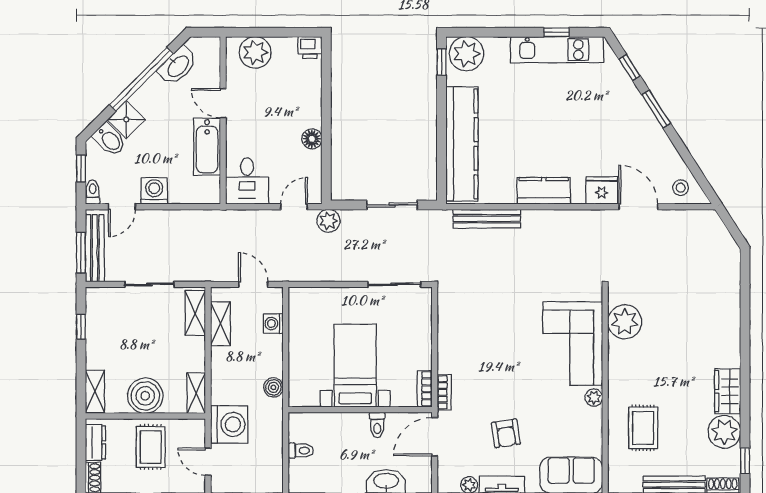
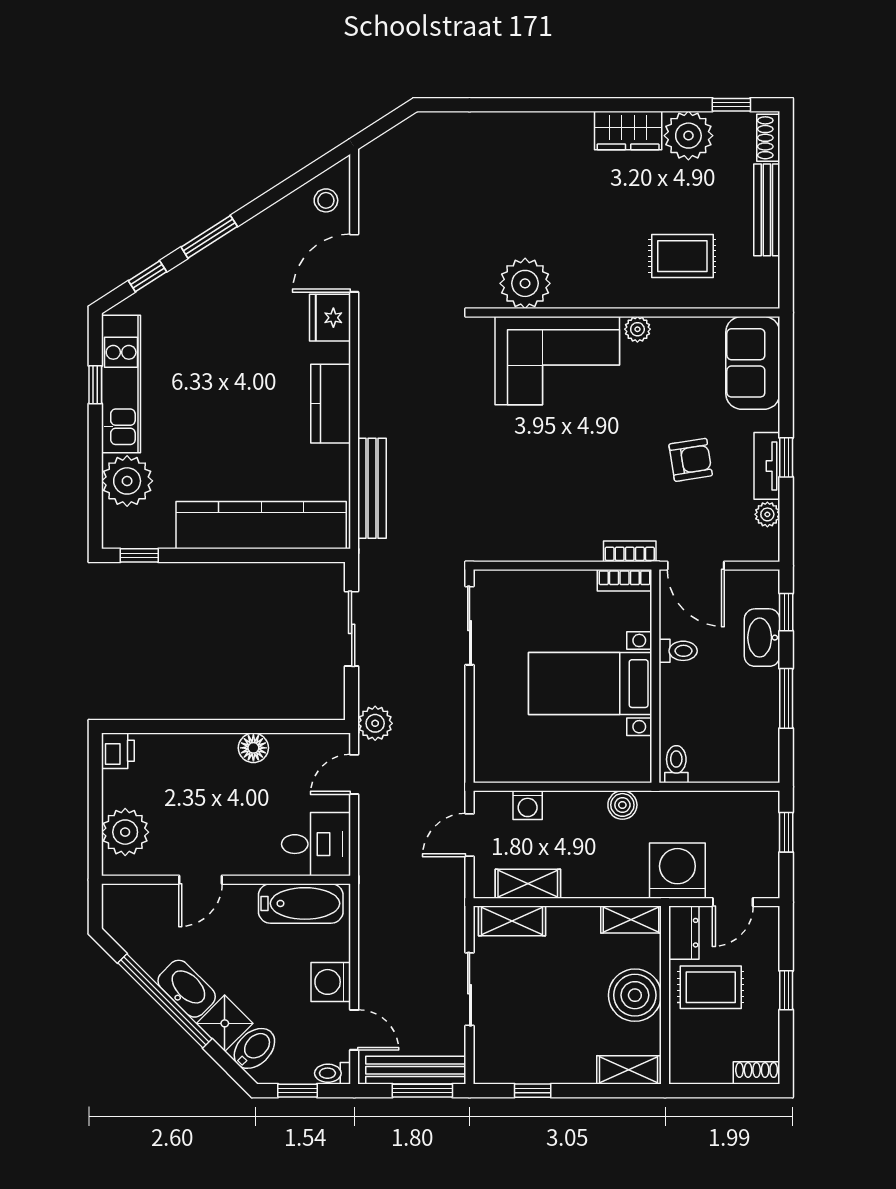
plant: (466, 54) -> (127, 481), moved
washbasin: (178, 66) -> (187, 989), moved
bathtub: (207, 147) -> (301, 903), moved
door: (294, 207) -> (354, 774), hinge flipped
dresser: (95, 442) -> (684, 933), moved, turned 90
toilet: (301, 450) -> (676, 764), moved

